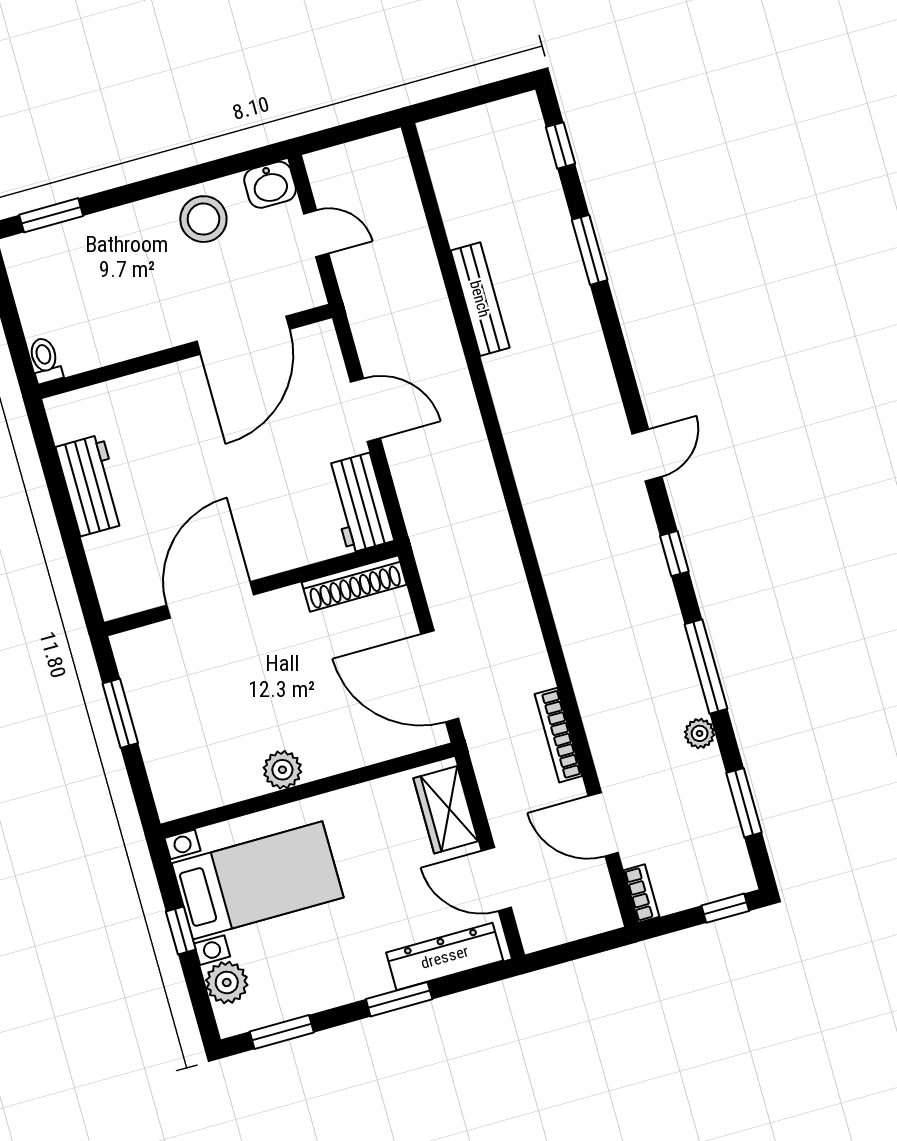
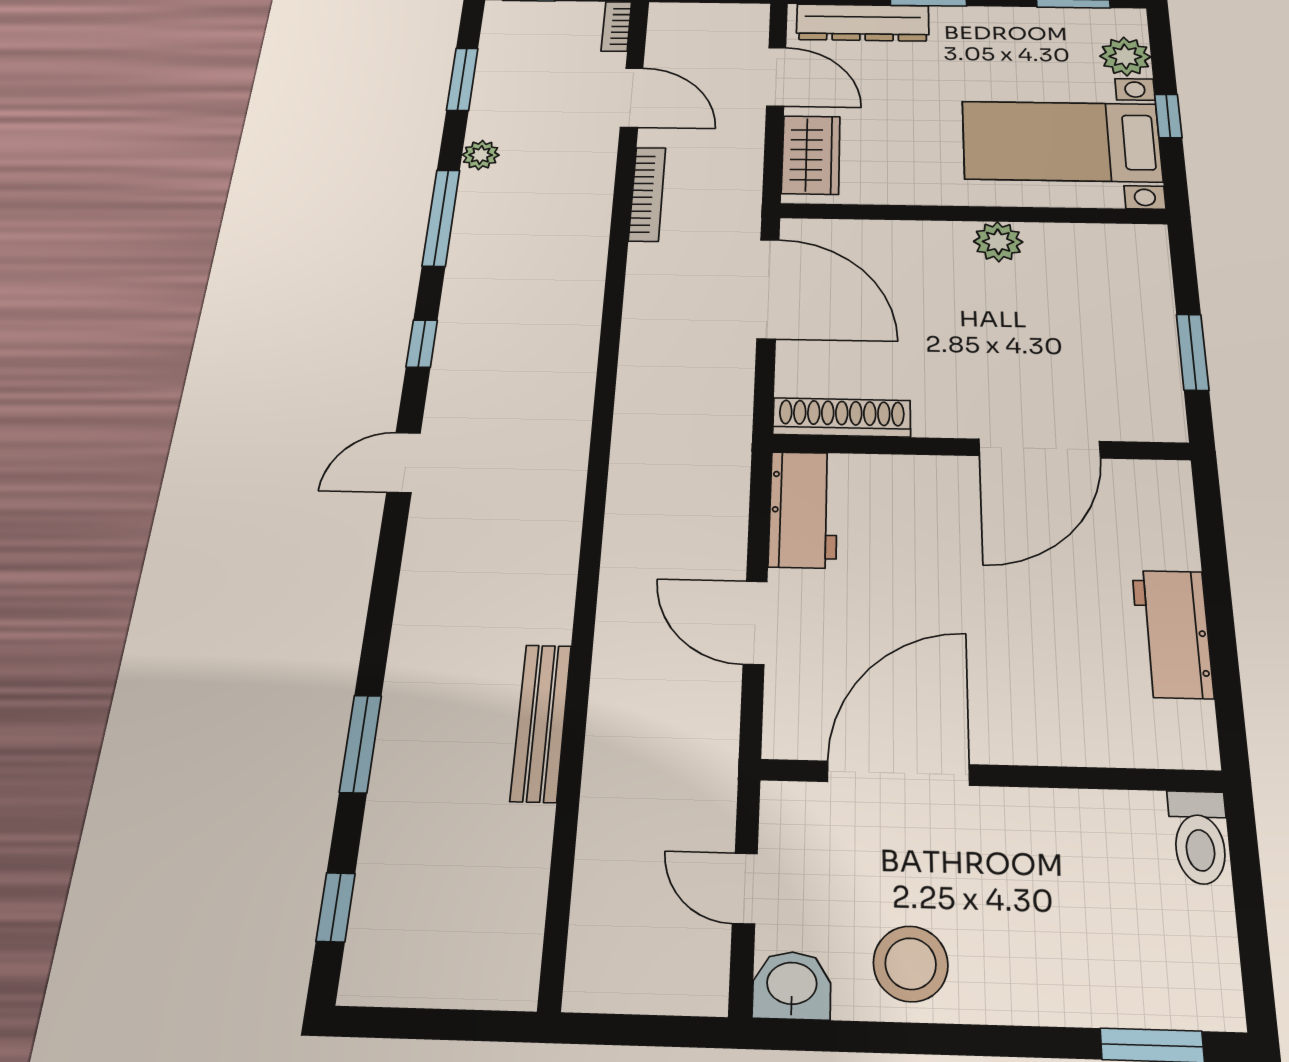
toilet: (45, 360) -> (1199, 837), width x1.37, depth x1.39

